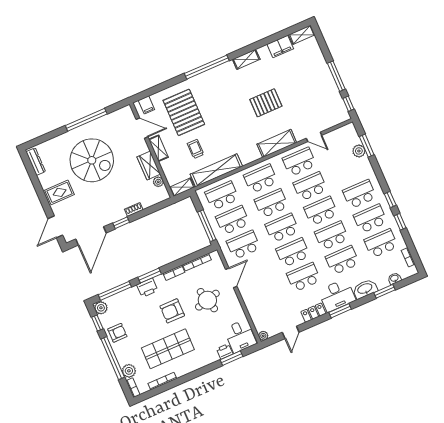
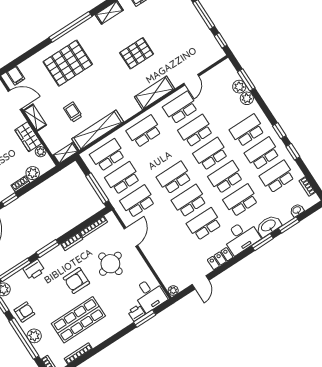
pallet: (184, 112) -> (68, 63), moved, turned 90
door: (314, 137) -> (191, 80), hinge flipped
plant: (364, 163) -> (247, 98), added
plant: (147, 201) -> (33, 173), added
school desk: (271, 203) -> (159, 155), removed
printer: (147, 288) -> (34, 270), moved
window: (340, 311) -> (262, 242), moved
plant: (129, 371) -> (34, 336), moved

